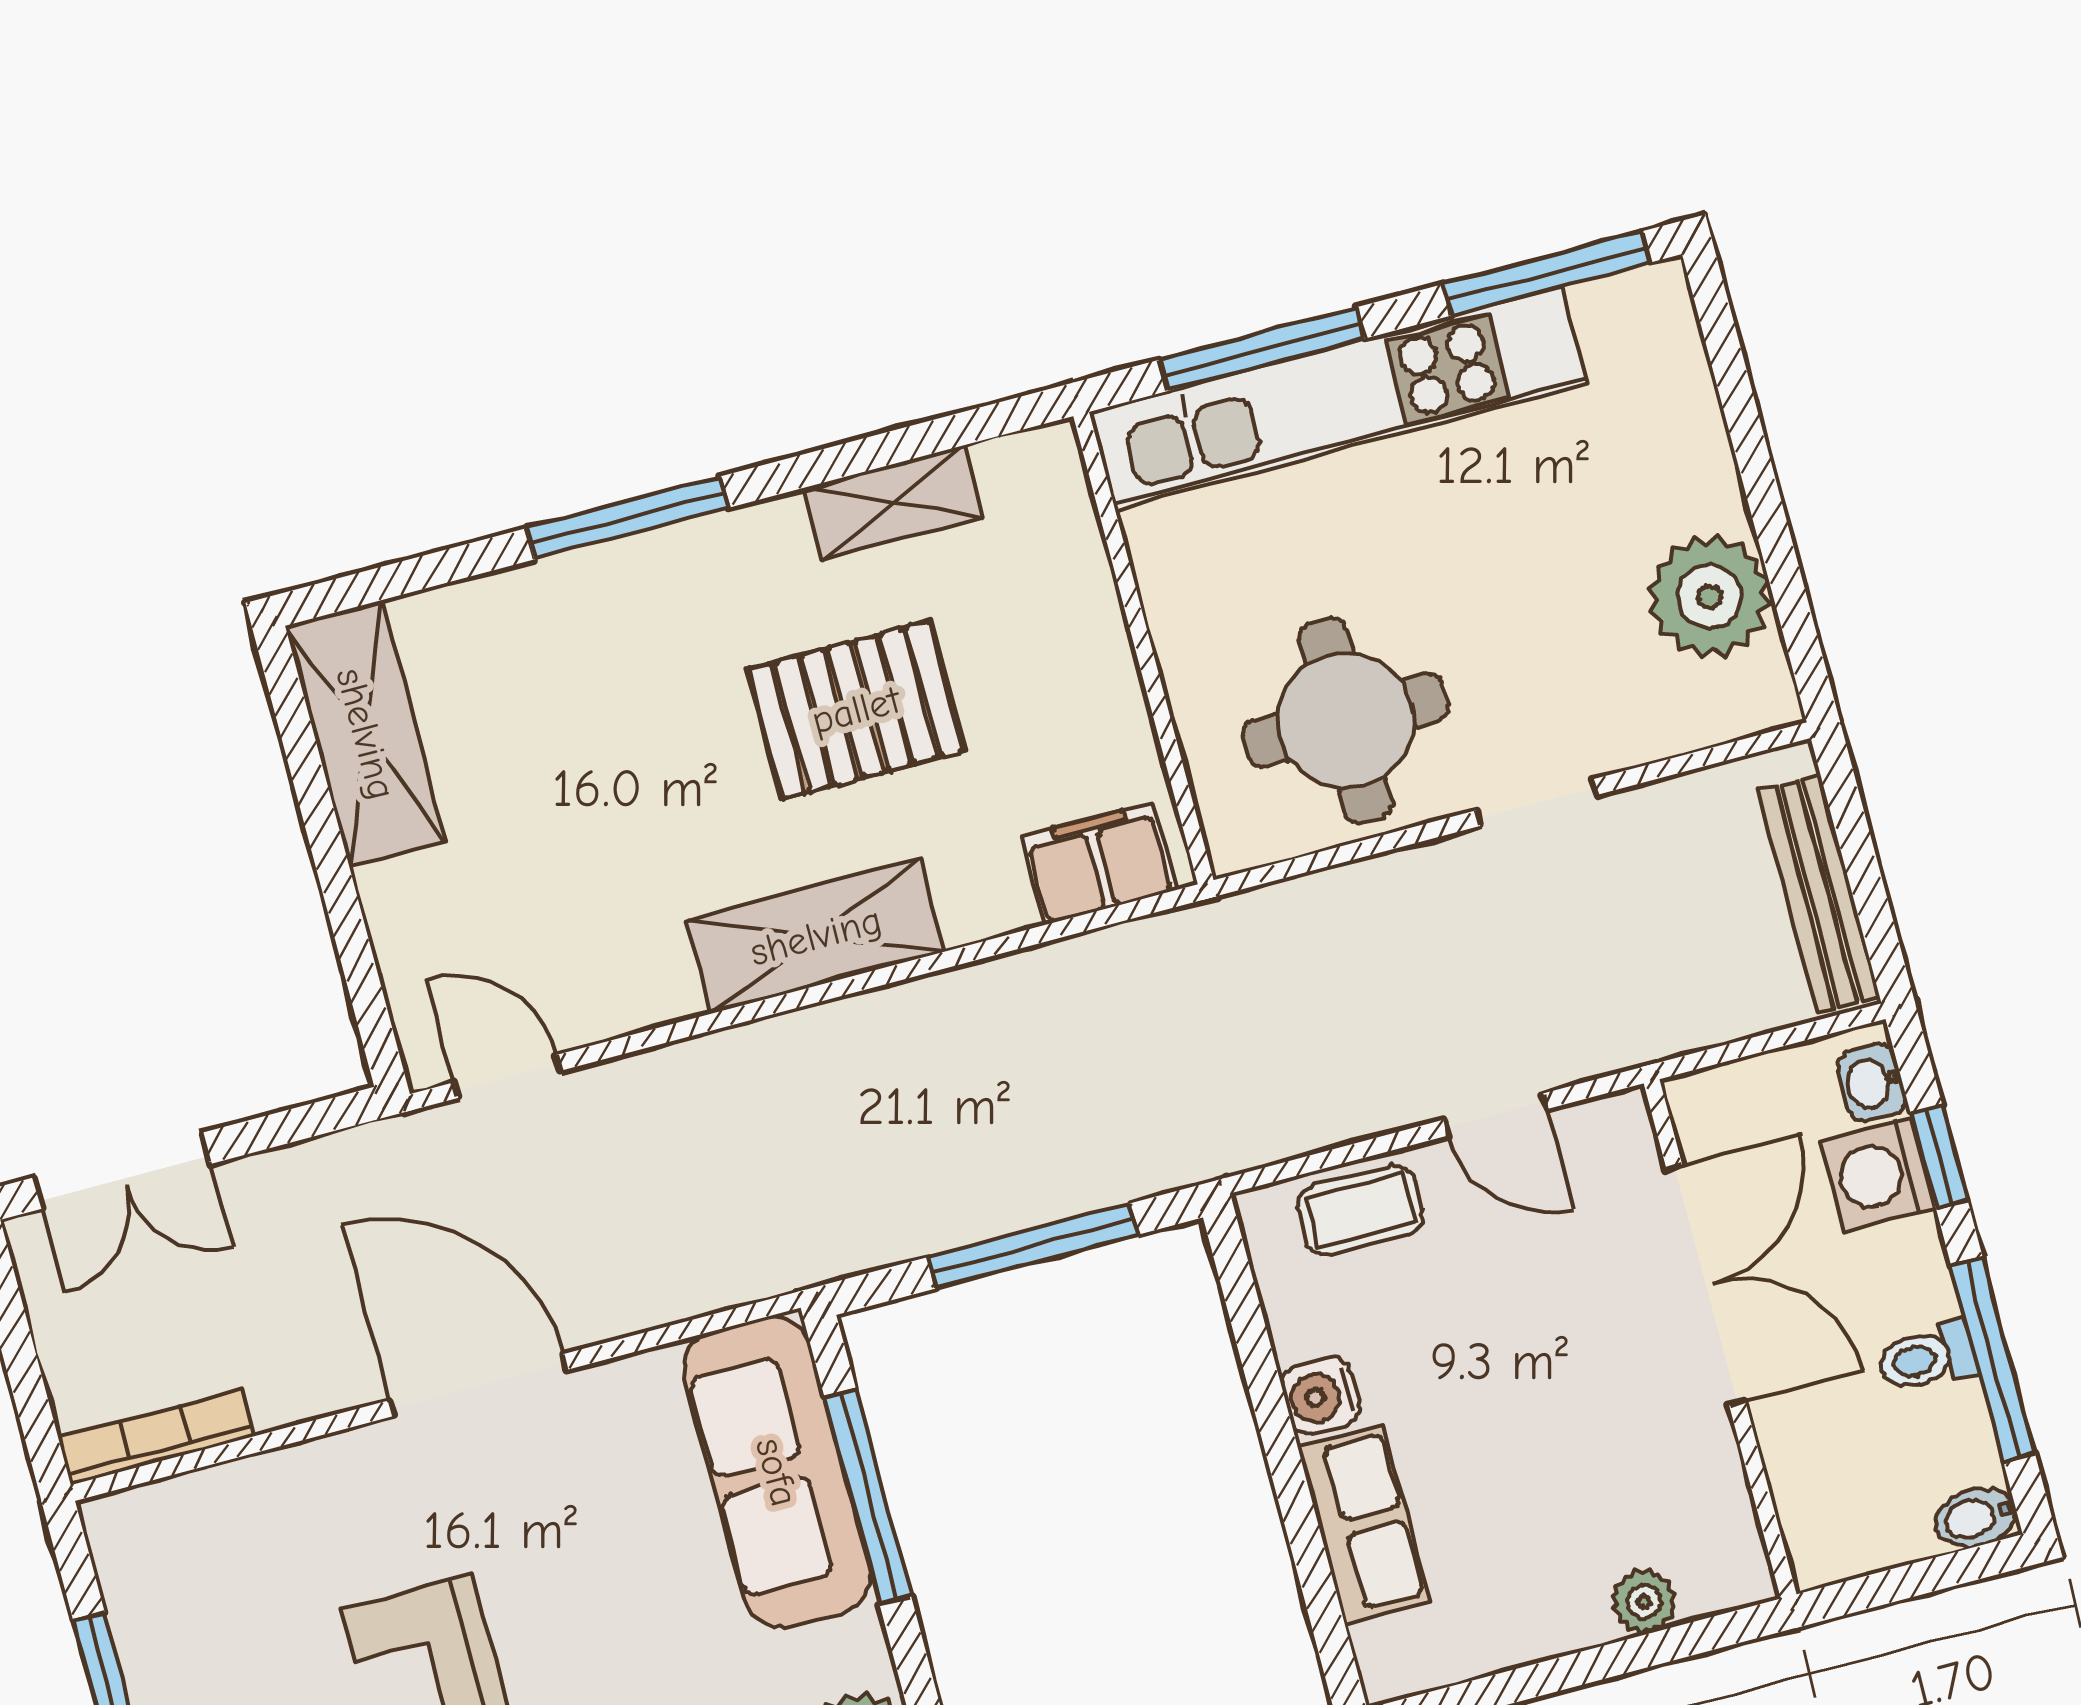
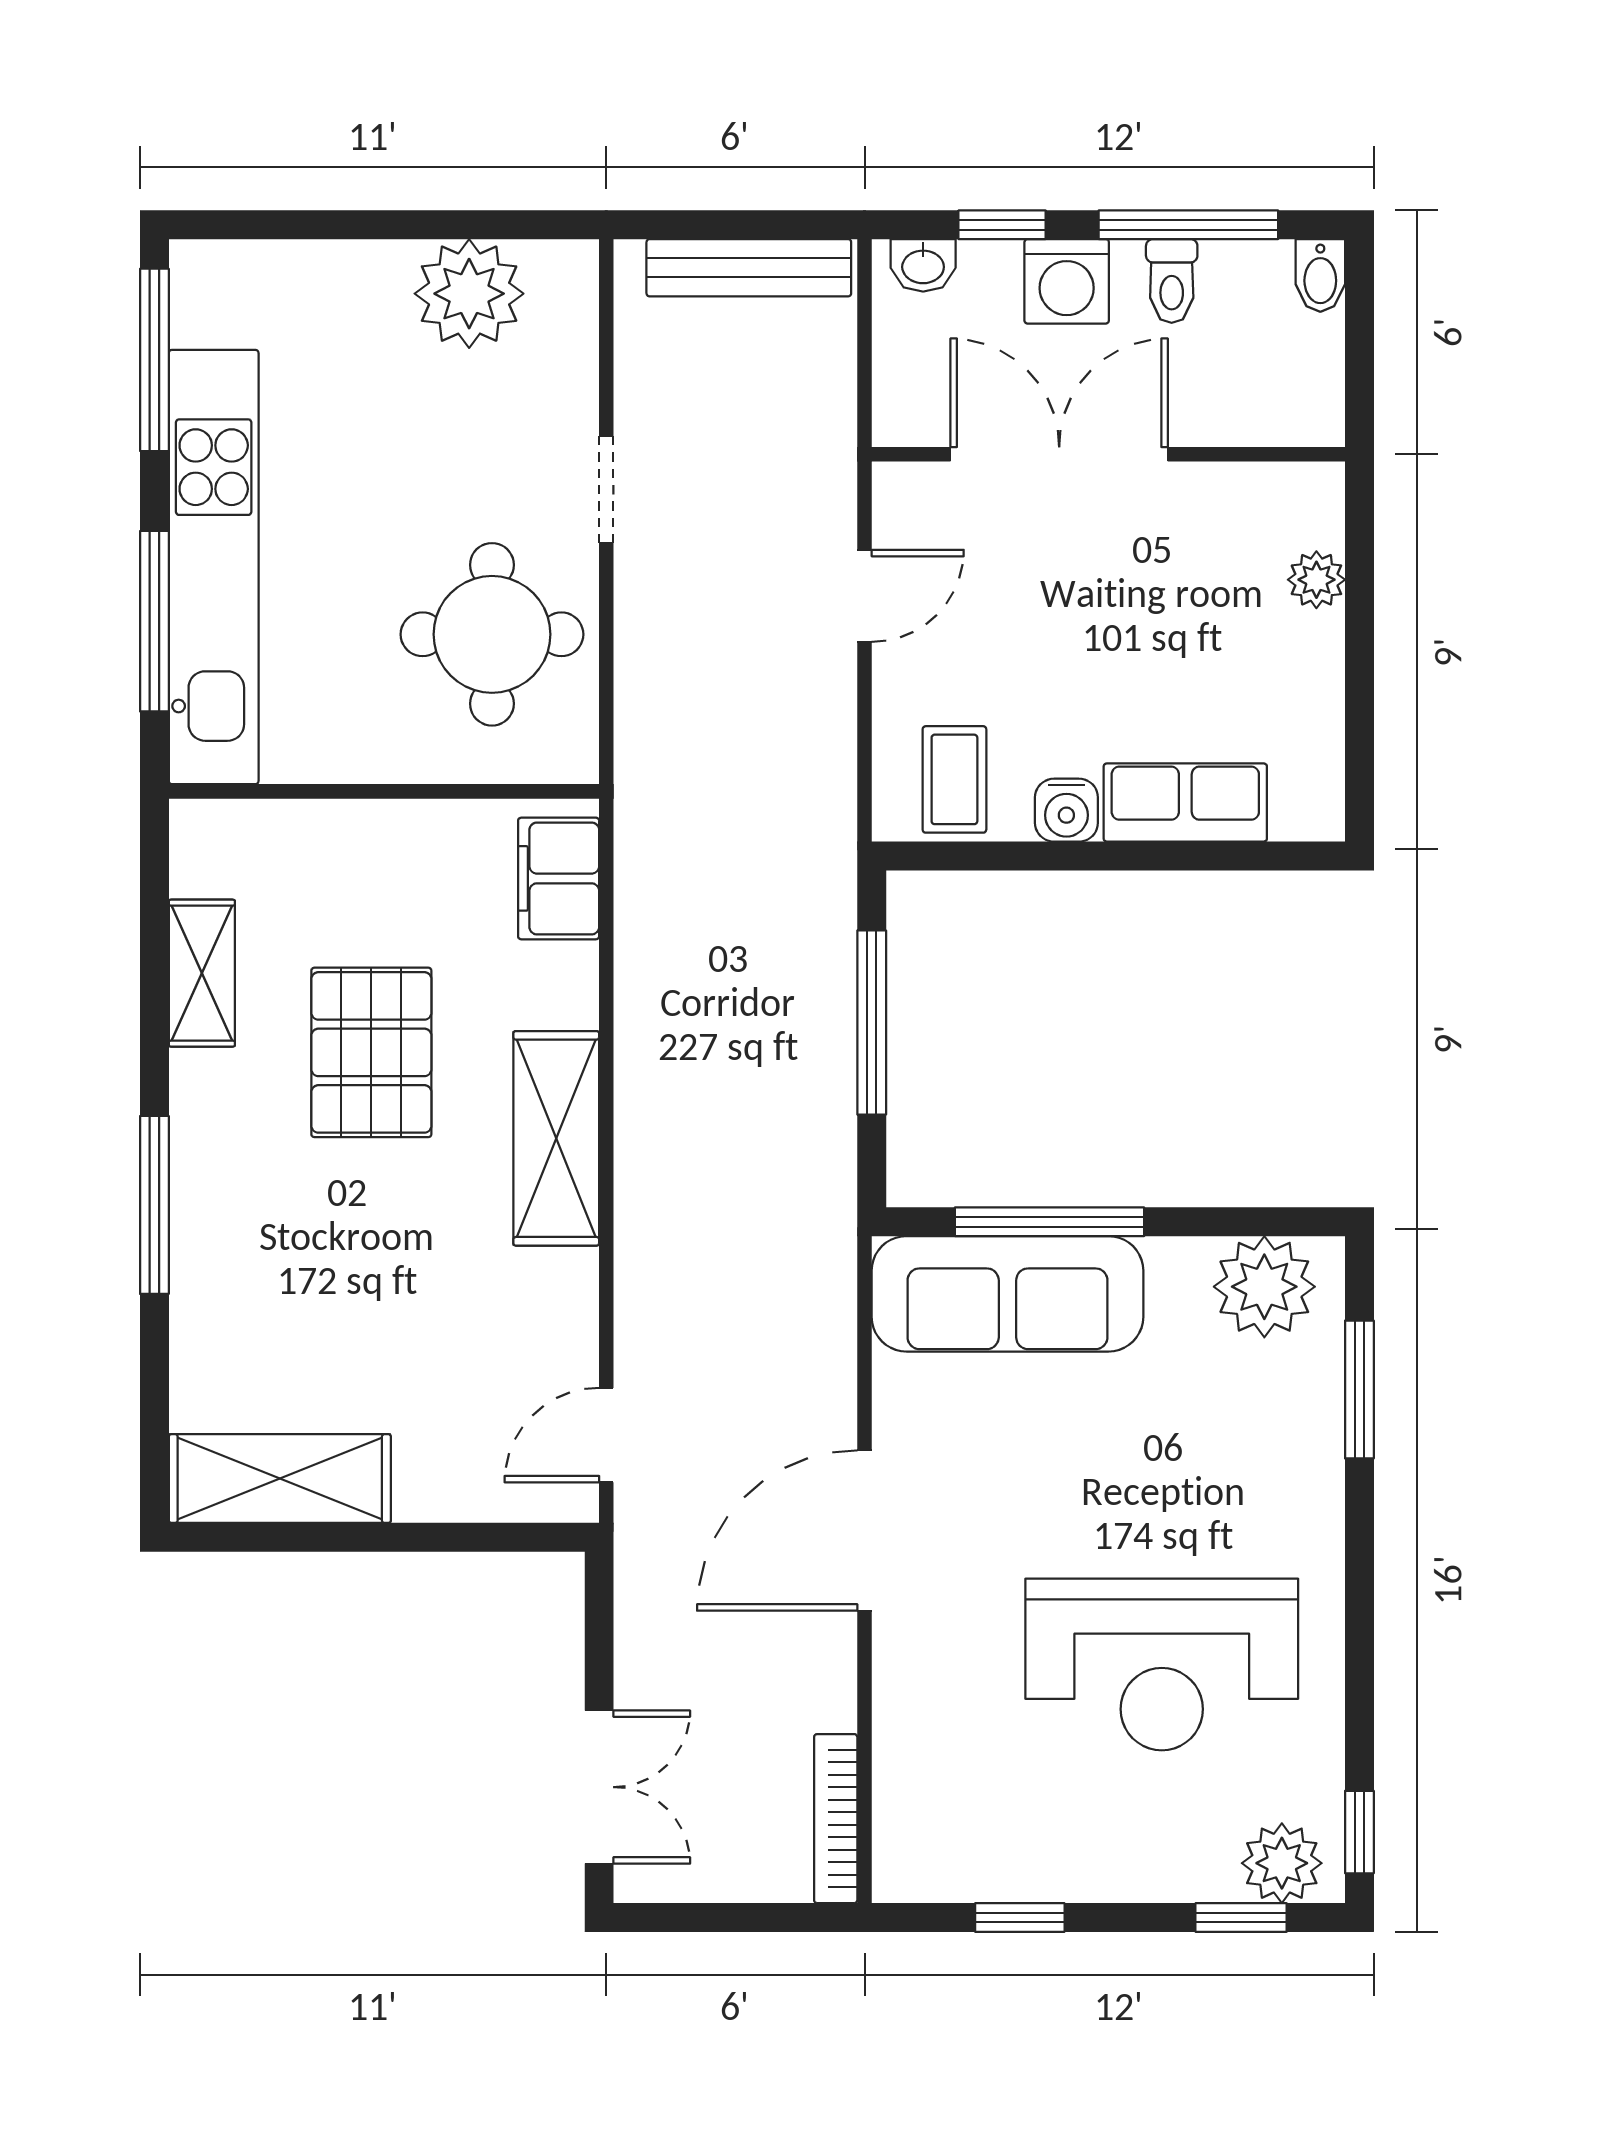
washing machine: (1878, 1175) -> (1067, 281), moved
coffee table: (1360, 1210) -> (954, 779), moved

